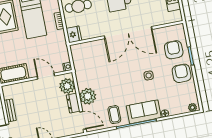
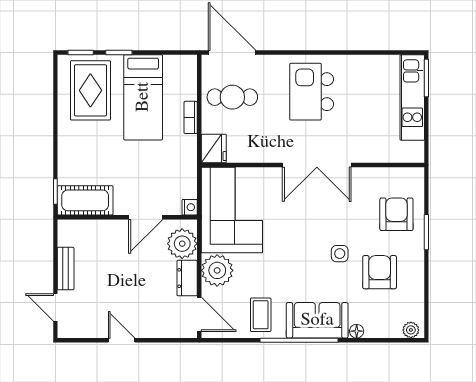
double door: (128, 33) -> (317, 165), width x0.73
corner sofa: (89, 64) -> (232, 210), added
armchair: (182, 73) -> (380, 272), moved
door: (46, 76) -> (146, 217), swing flipped

